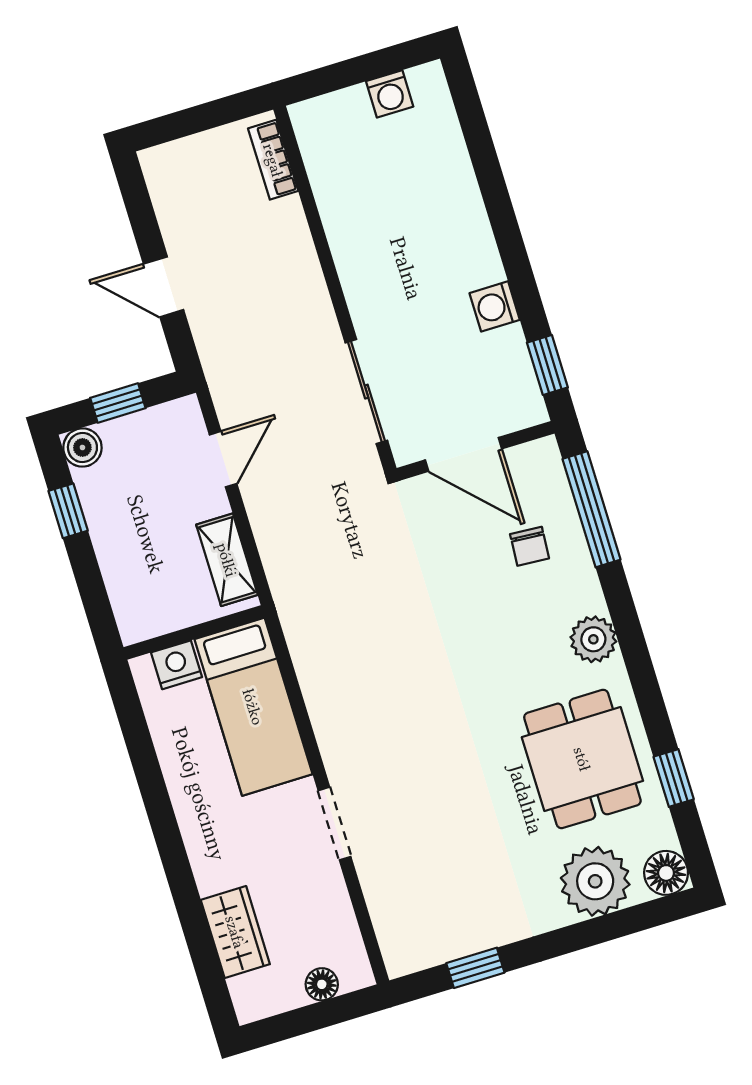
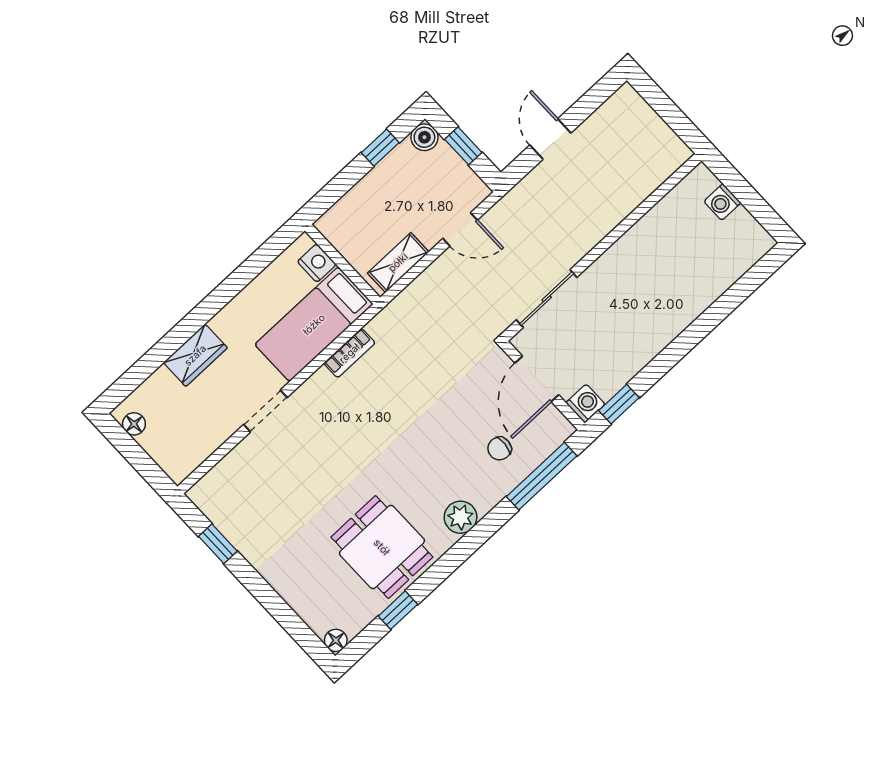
washing machine: (390, 94) -> (722, 202), moved
bookcase: (273, 160) -> (349, 353), moved, turned 180
washing machine: (495, 306) -> (585, 404), moved, turned 90
dining table: (582, 759) -> (382, 547), turned 90
floor lamp: (666, 873) -> (336, 640), width x0.73, depth x0.73
plant: (595, 881) -> (309, 593), removed
wardrobe: (235, 932) -> (195, 355), moved
floor lamp: (322, 984) -> (134, 424), moved

